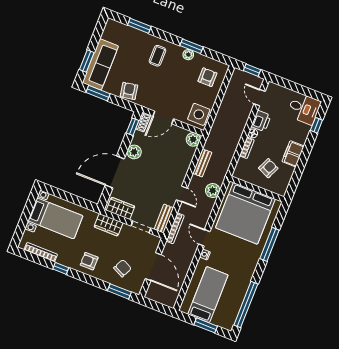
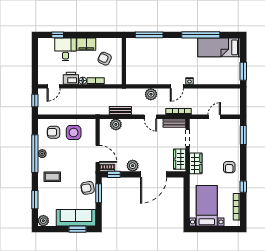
plant: (112, 26) -> (43, 221), added
window: (191, 46) -> (35, 154), width x2.11
window: (98, 93) -> (99, 193), moved
desk: (304, 109) -> (66, 49), moved
side table: (199, 114) -> (74, 132), moved
plant: (193, 139) -> (116, 124), moved
door: (115, 172) -> (154, 174), hinge flipped
plant: (213, 191) -> (151, 94), moved
door: (182, 194) -> (150, 117), swing flipped
bed: (245, 213) -> (146, 63), removed
window: (269, 244) -> (149, 35), moved
door: (153, 267) -> (214, 117), width x0.53
chair: (122, 268) -> (225, 140), removed
bed: (208, 295) -> (219, 47), moved
window: (246, 305) -> (201, 35), moved
window: (206, 325) -> (243, 71), moved

